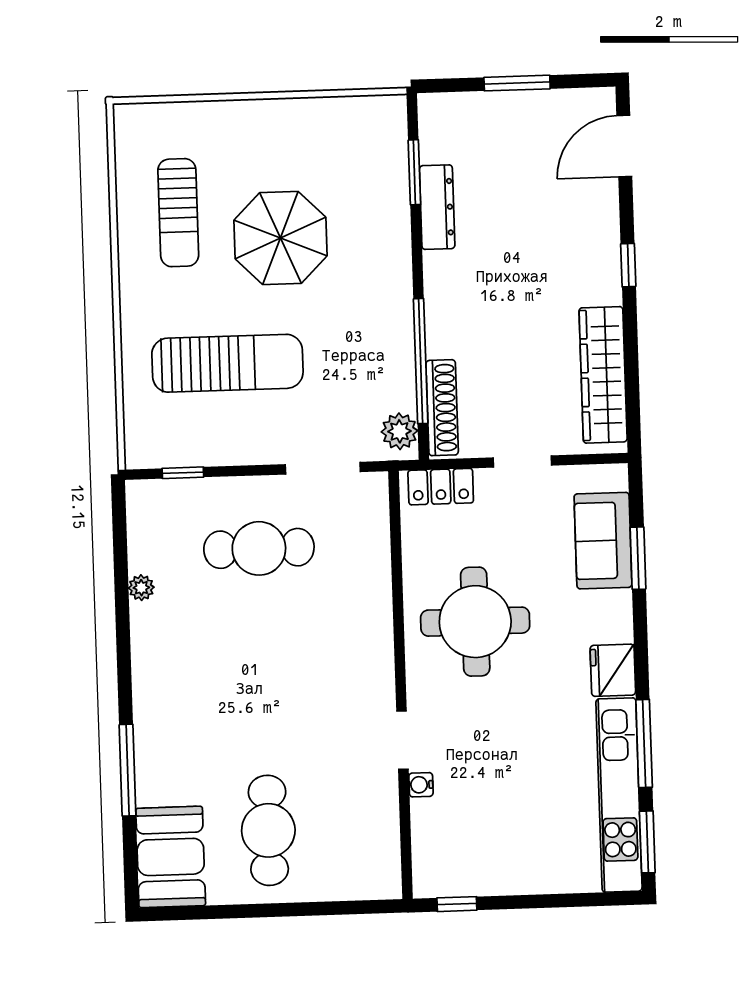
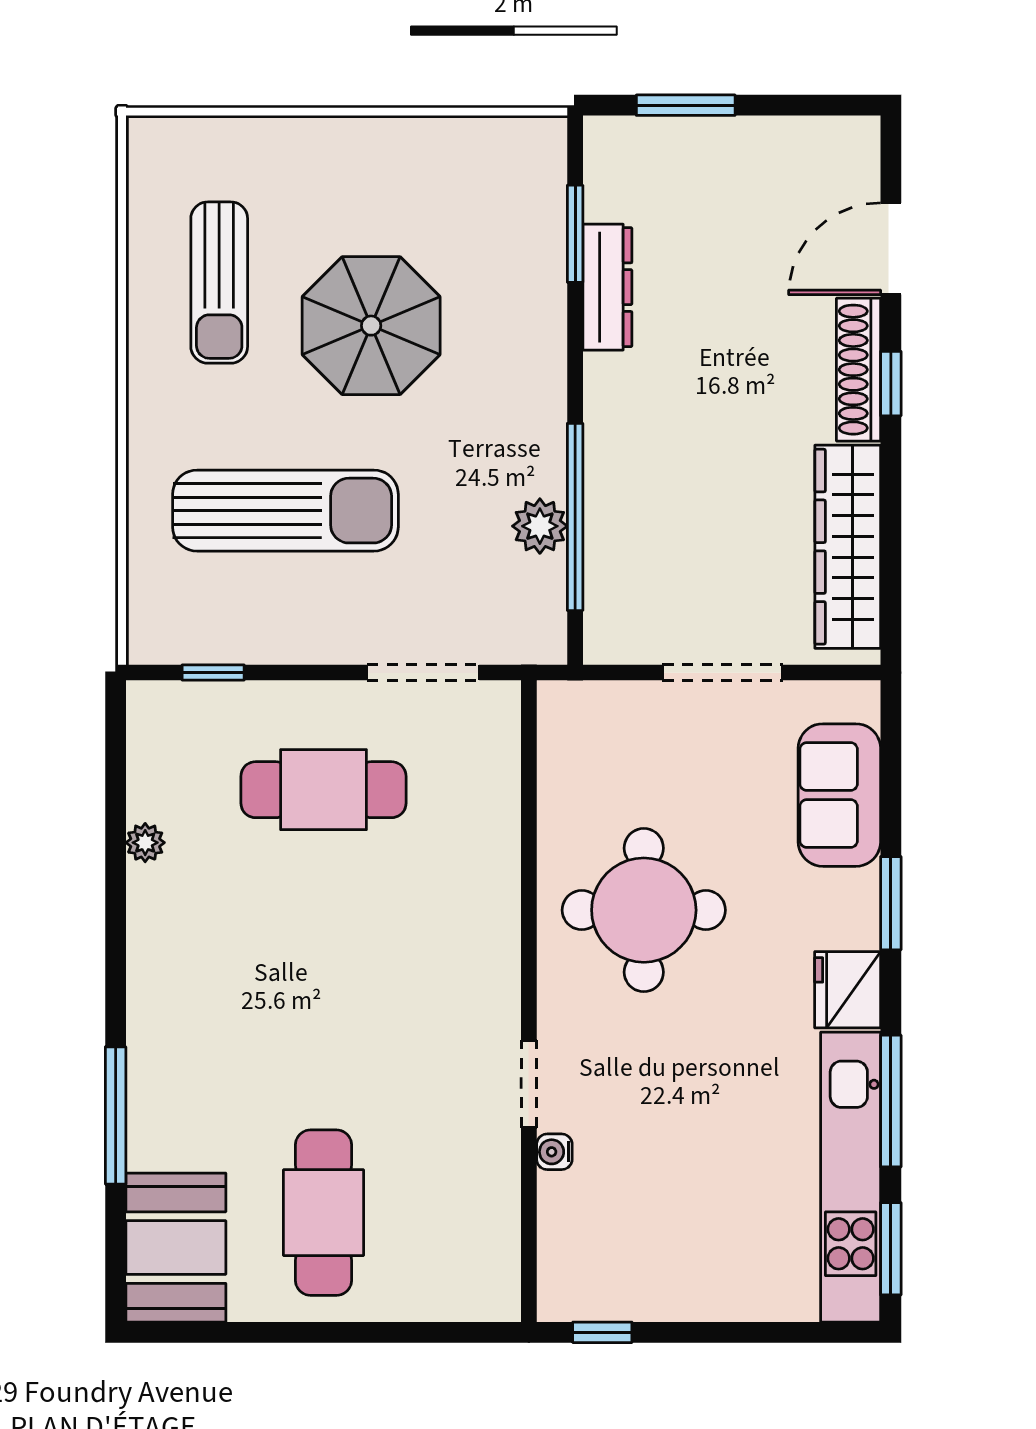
window: (517, 83) -> (686, 105), moved
door: (624, 146) -> (891, 249), moved
shoe rack: (442, 408) -> (859, 370), moved, turned 180
plant: (399, 431) -> (540, 526), moved
doorway: (522, 462) -> (723, 673), width x1.38
locker: (441, 487) -> (599, 706), removed
window: (638, 558) -> (891, 903), moved

